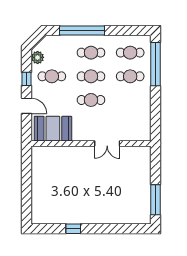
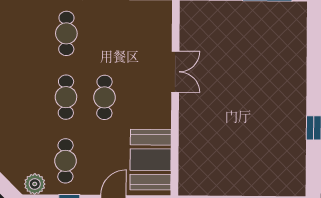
cafe table: (91, 53) -> (27, 97), removed
cafe table: (130, 53) -> (28, 33), removed

